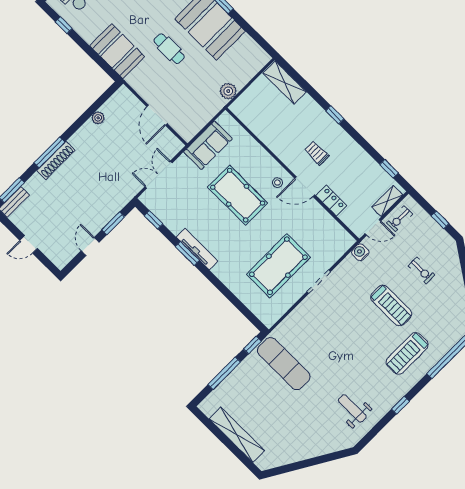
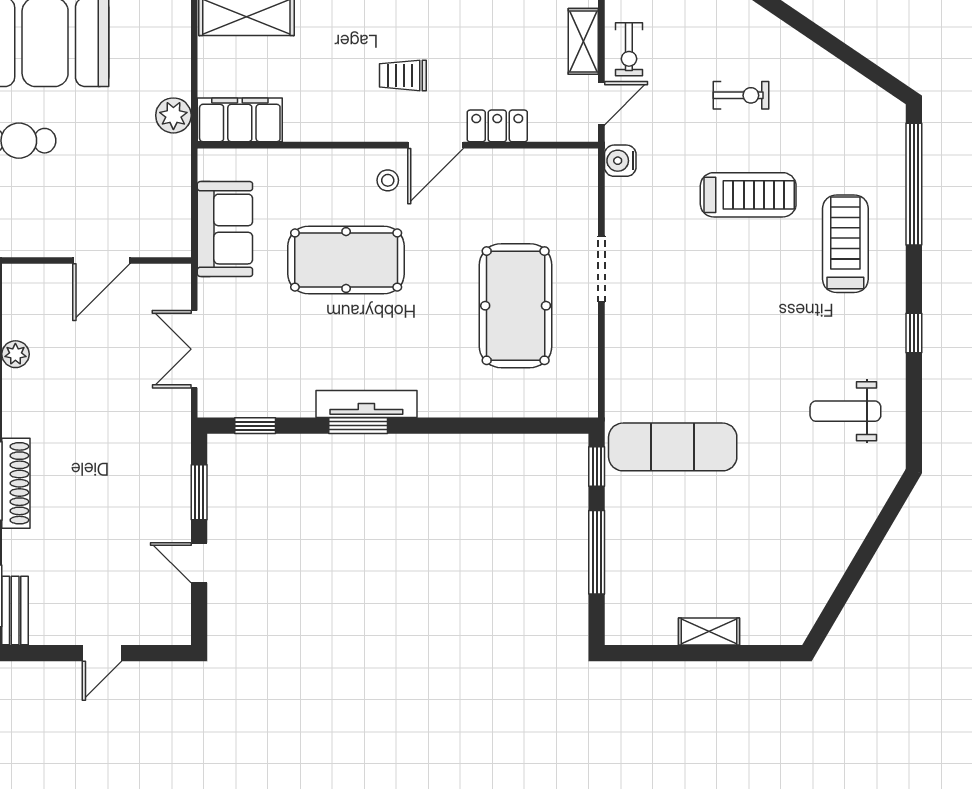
filing cabinet: (249, 114) -> (240, 120), added
door: (157, 115) -> (101, 261), hinge flipped
treadmill: (407, 353) -> (845, 244), turned 180
shelving: (237, 435) -> (709, 631), width x0.45, depth x0.75

